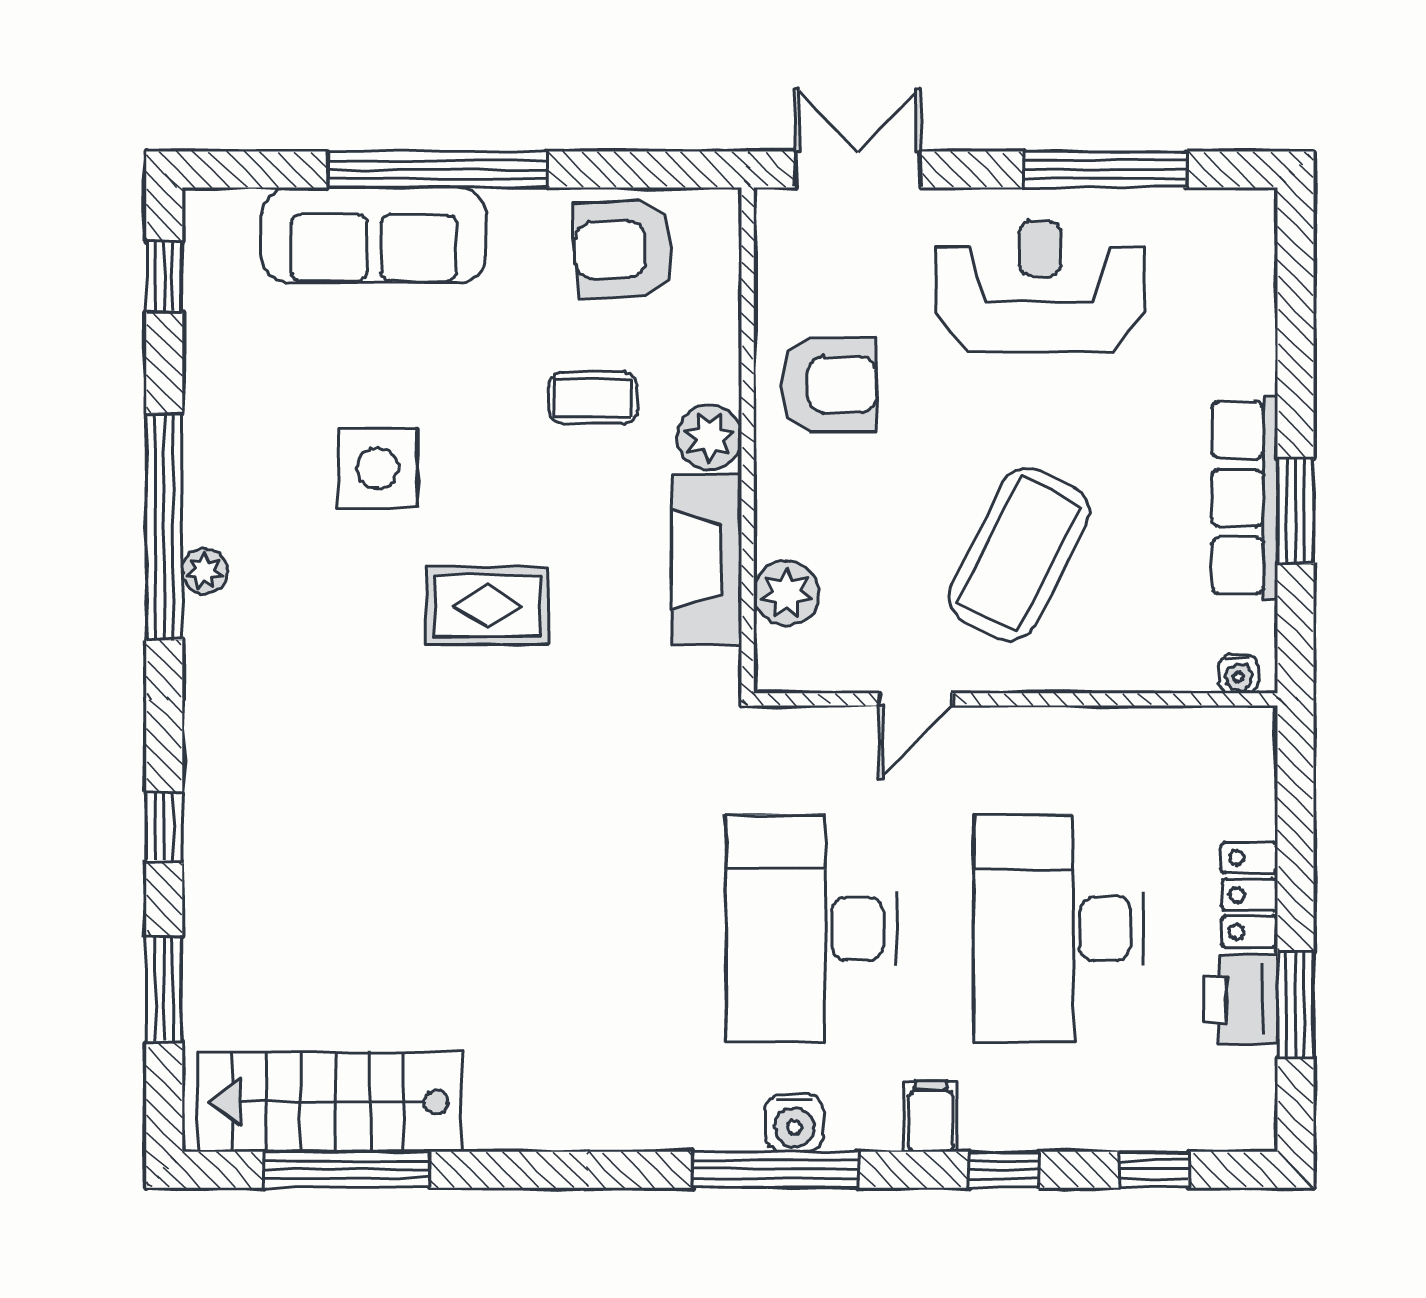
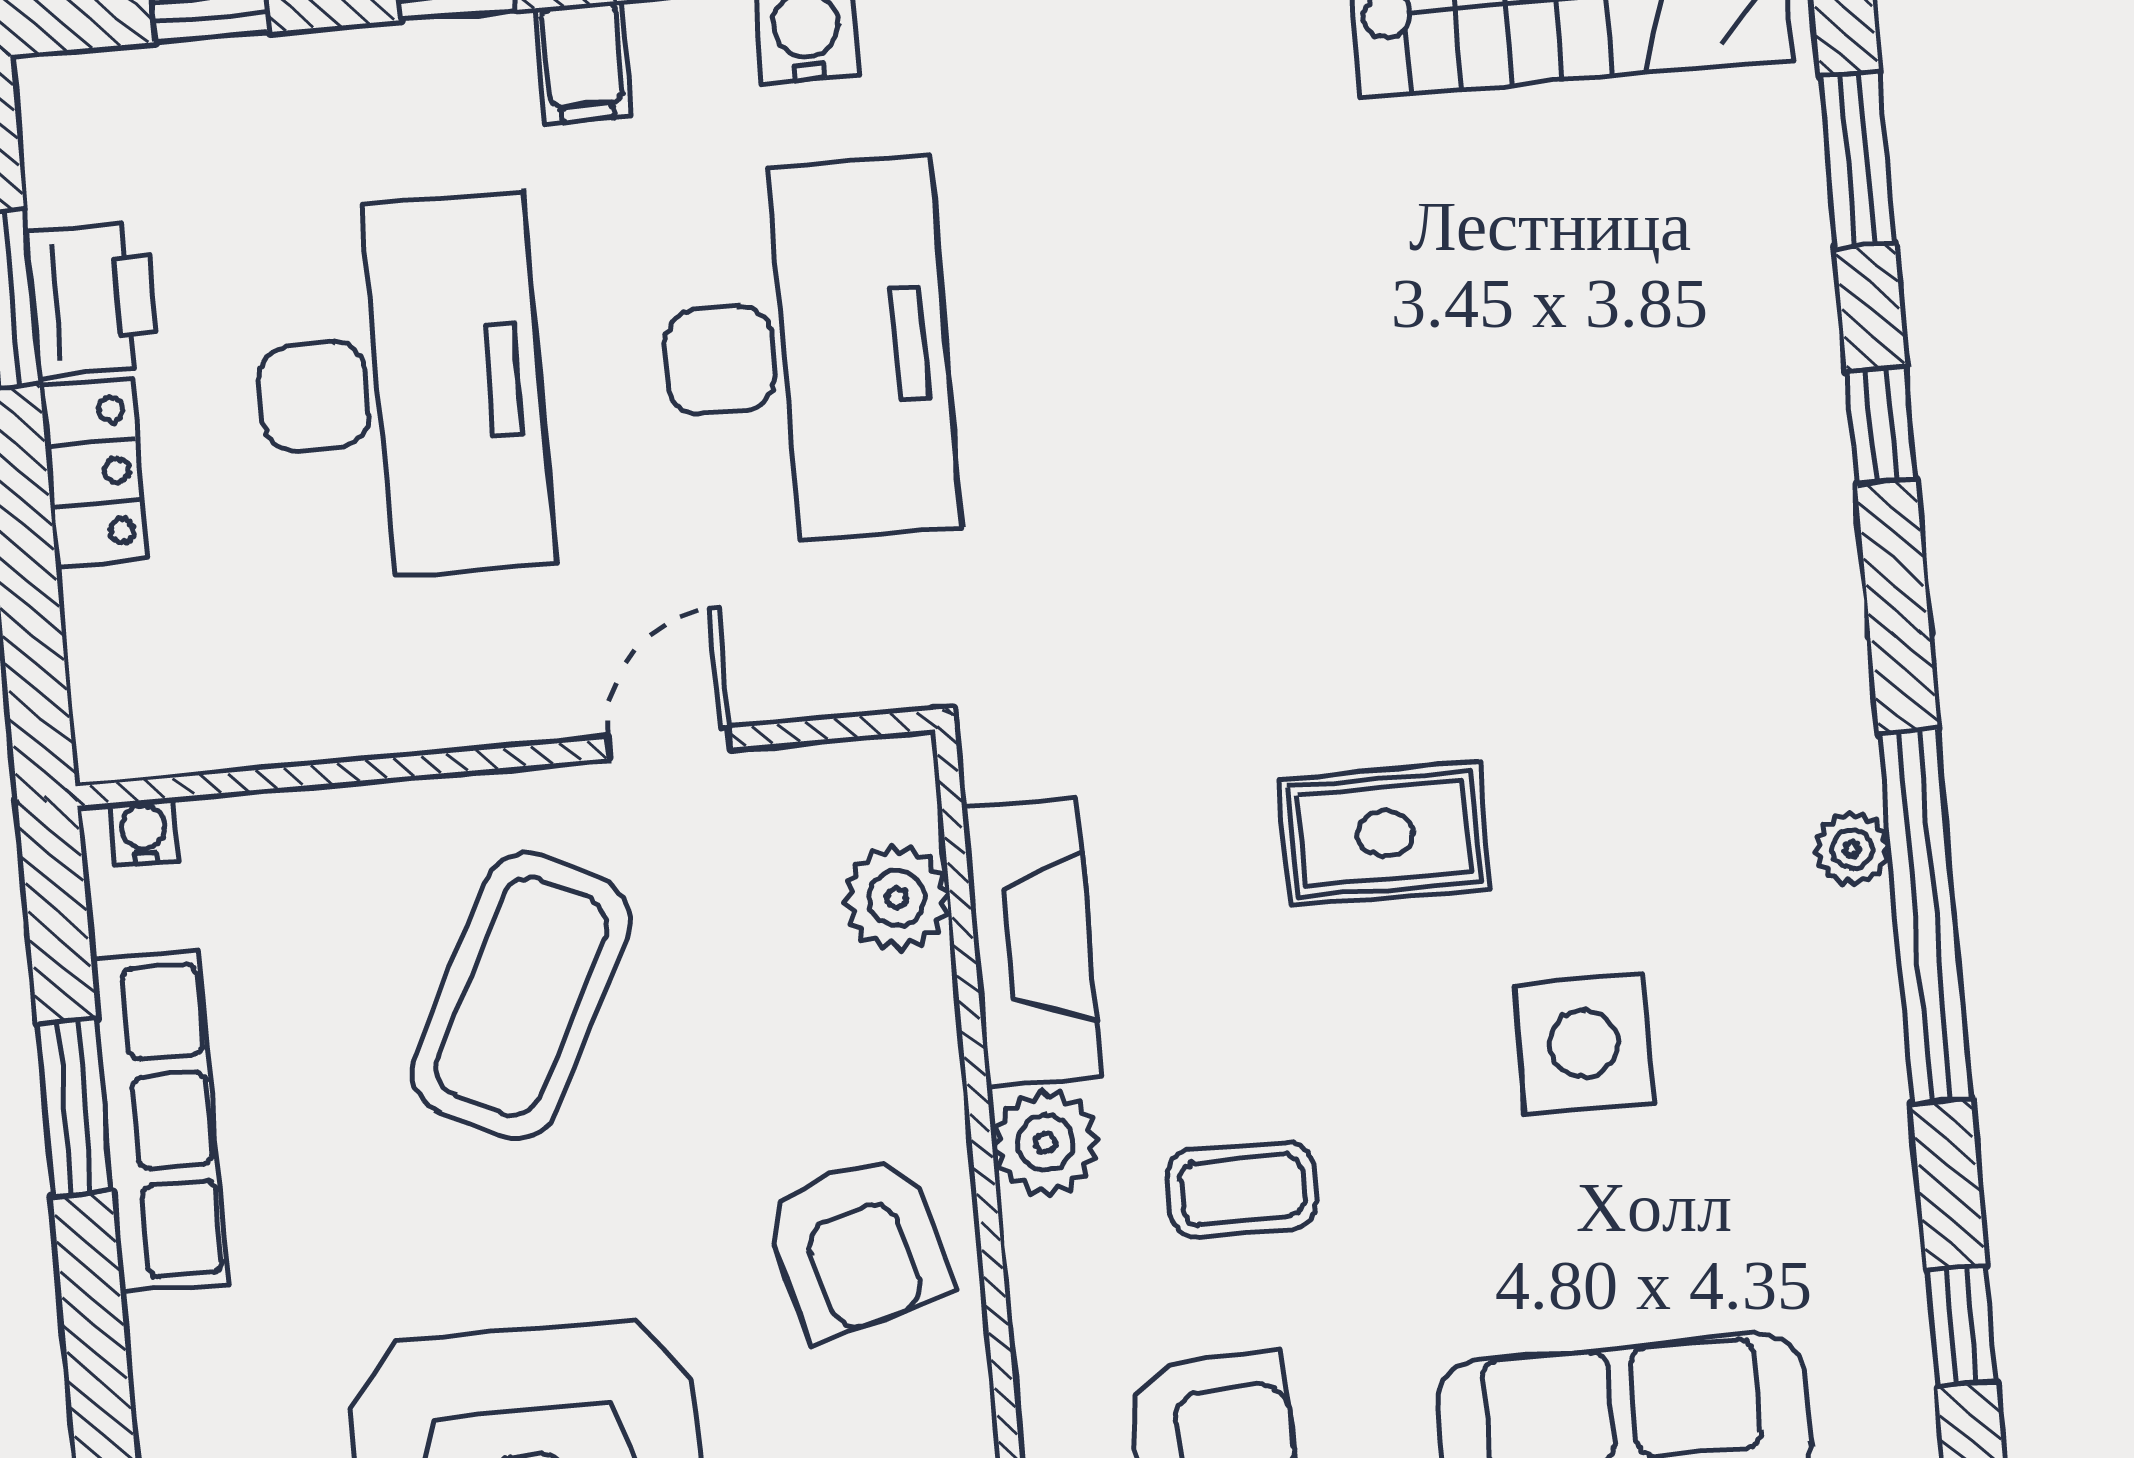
armchair: (829, 385) -> (857, 1246), turned -106

